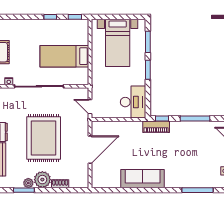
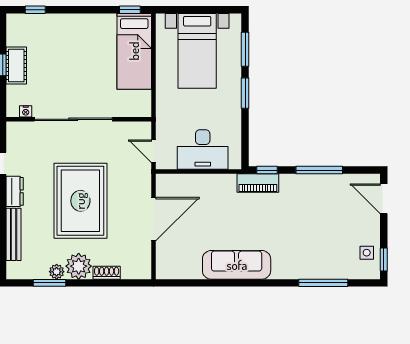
window: (50, 17) -> (35, 10), moved
bed: (64, 56) -> (134, 51), moved, turned -90
desk: (133, 102) -> (203, 149), moved, turned 90

